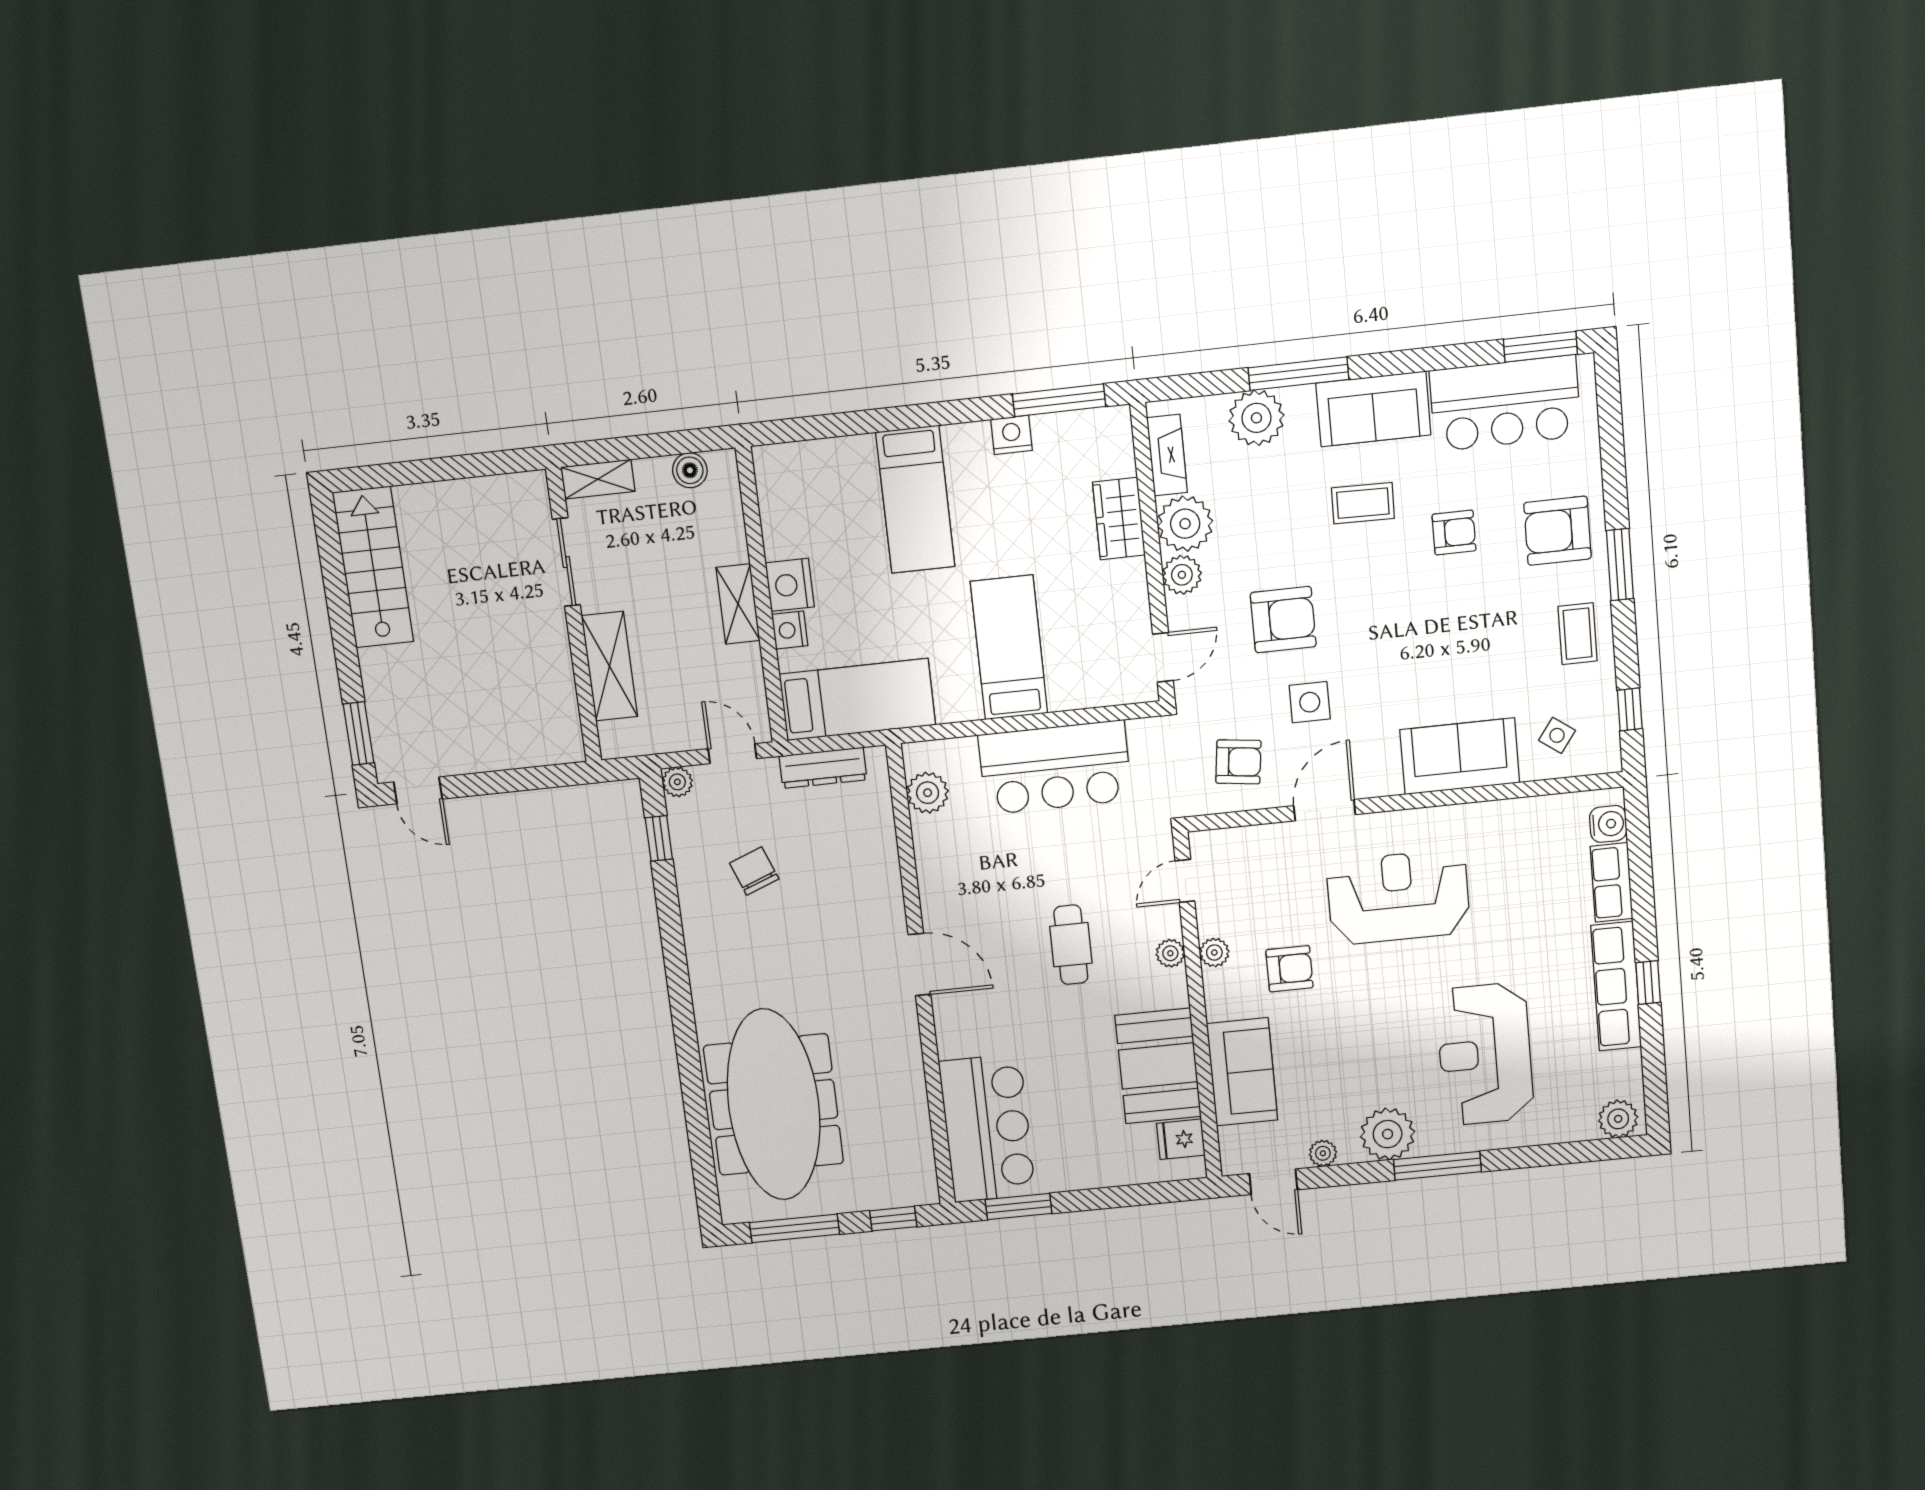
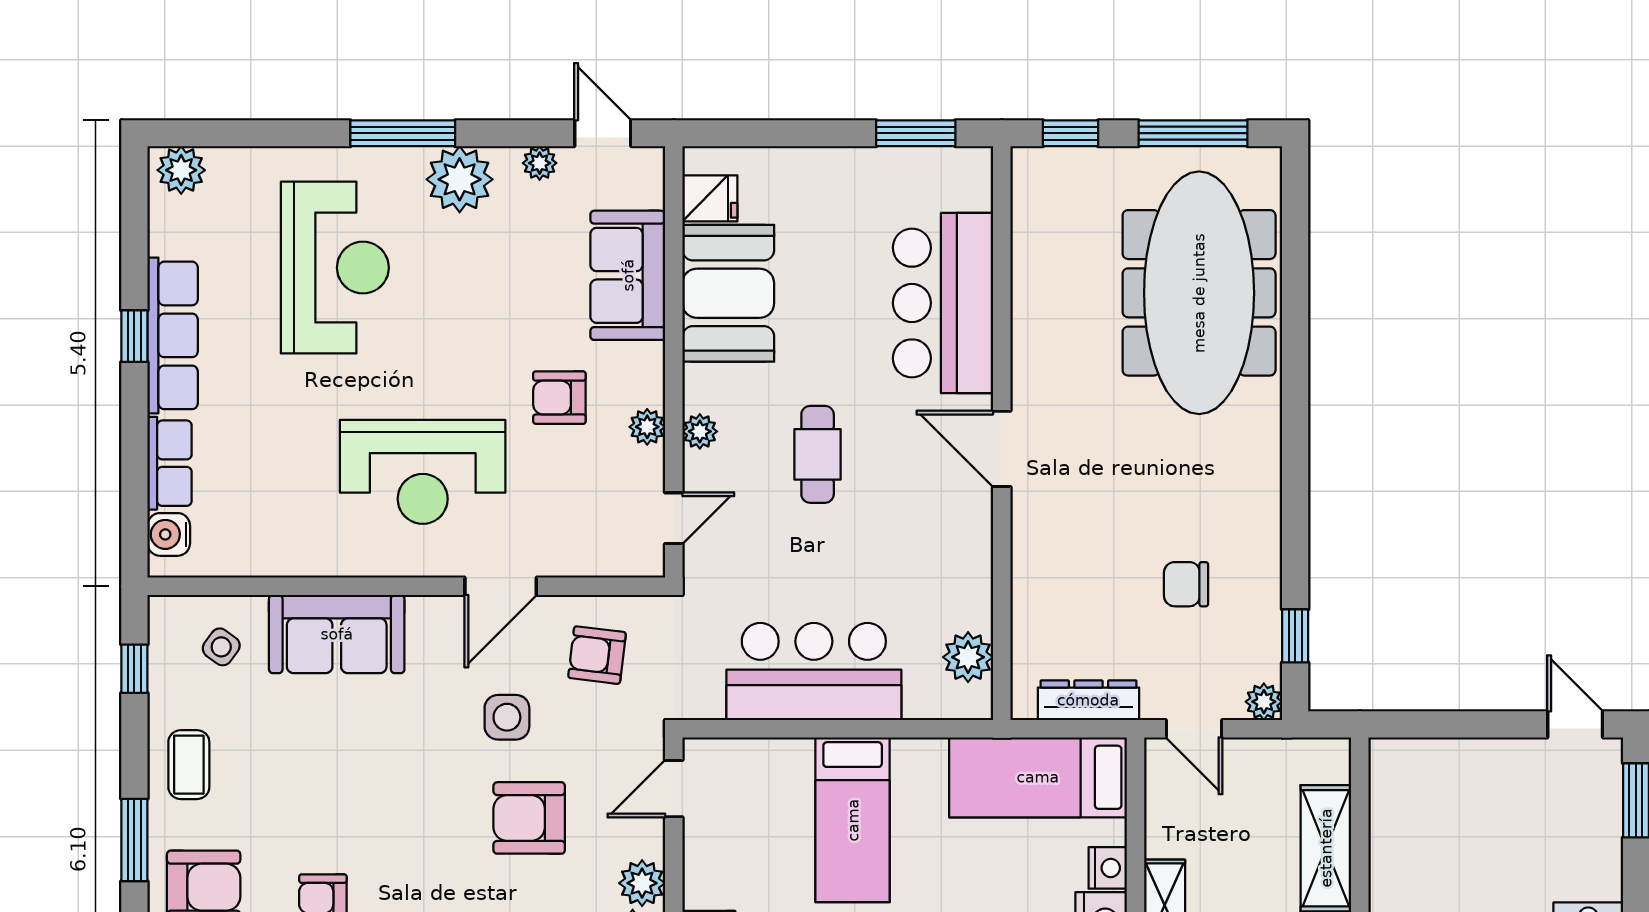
chair: (754, 871) -> (1186, 584), turned 111
bar counter: (987, 1128) -> (943, 303), moved

